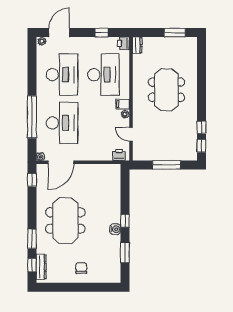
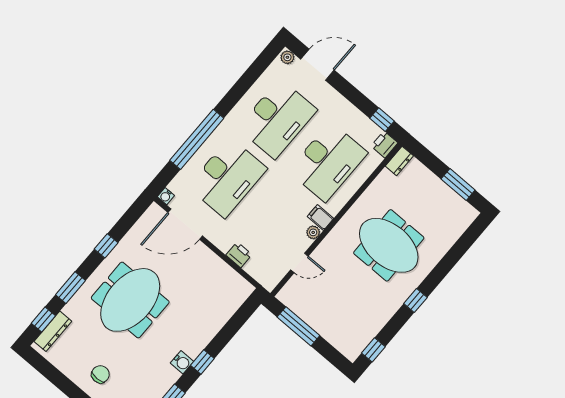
window: (101, 33) -> (382, 120), moved
meeting table: (166, 90) -> (389, 245), turned 90
window: (201, 127) -> (415, 300), moved
door: (131, 134) -> (299, 263), swing flipped
printer: (119, 155) -> (239, 255), moved
window: (167, 165) -> (298, 326), moved
window: (32, 180) -> (106, 246), moved

